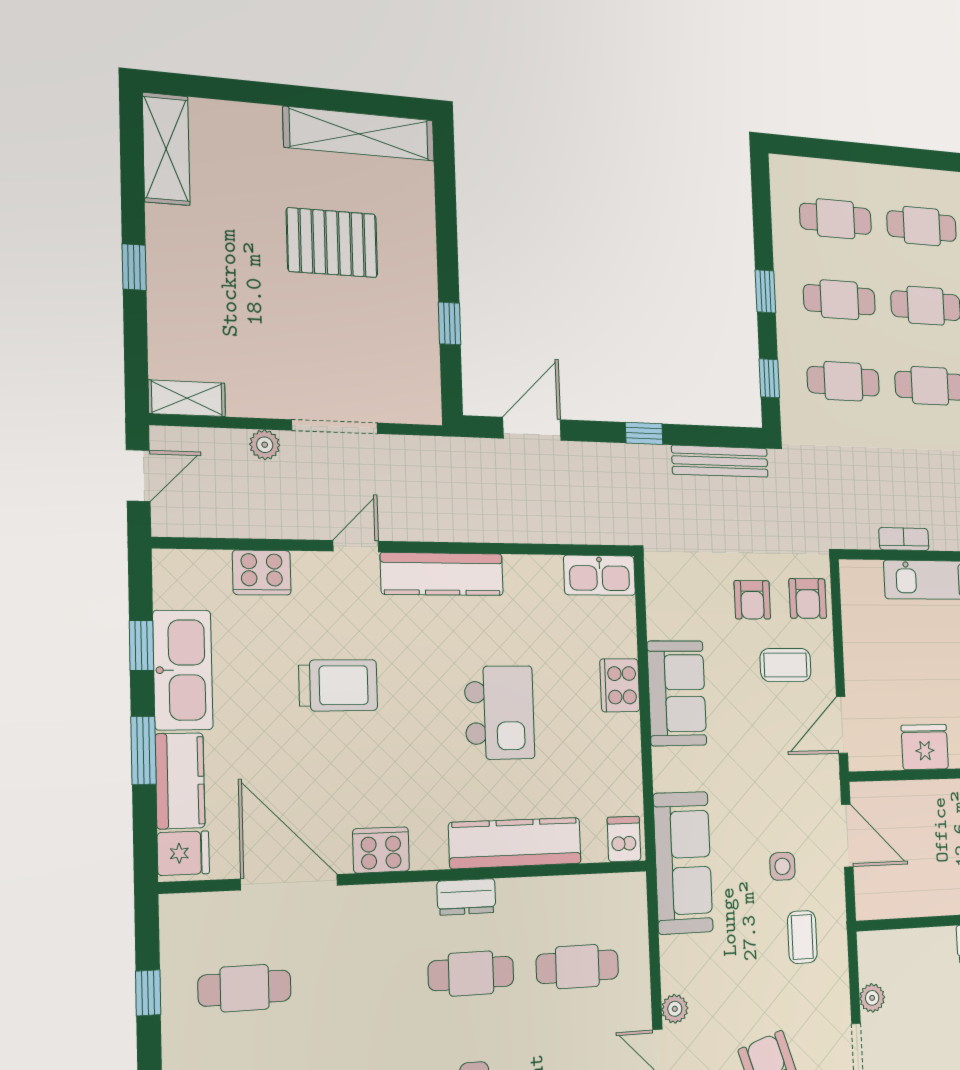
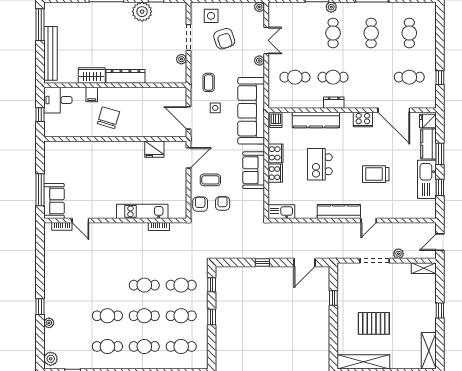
bench: (720, 461) -> (233, 253), removed
cooker: (262, 573) -> (275, 153), moved, turned 90
sofa: (683, 863) -> (251, 111), width x1.36, depth x1.27

